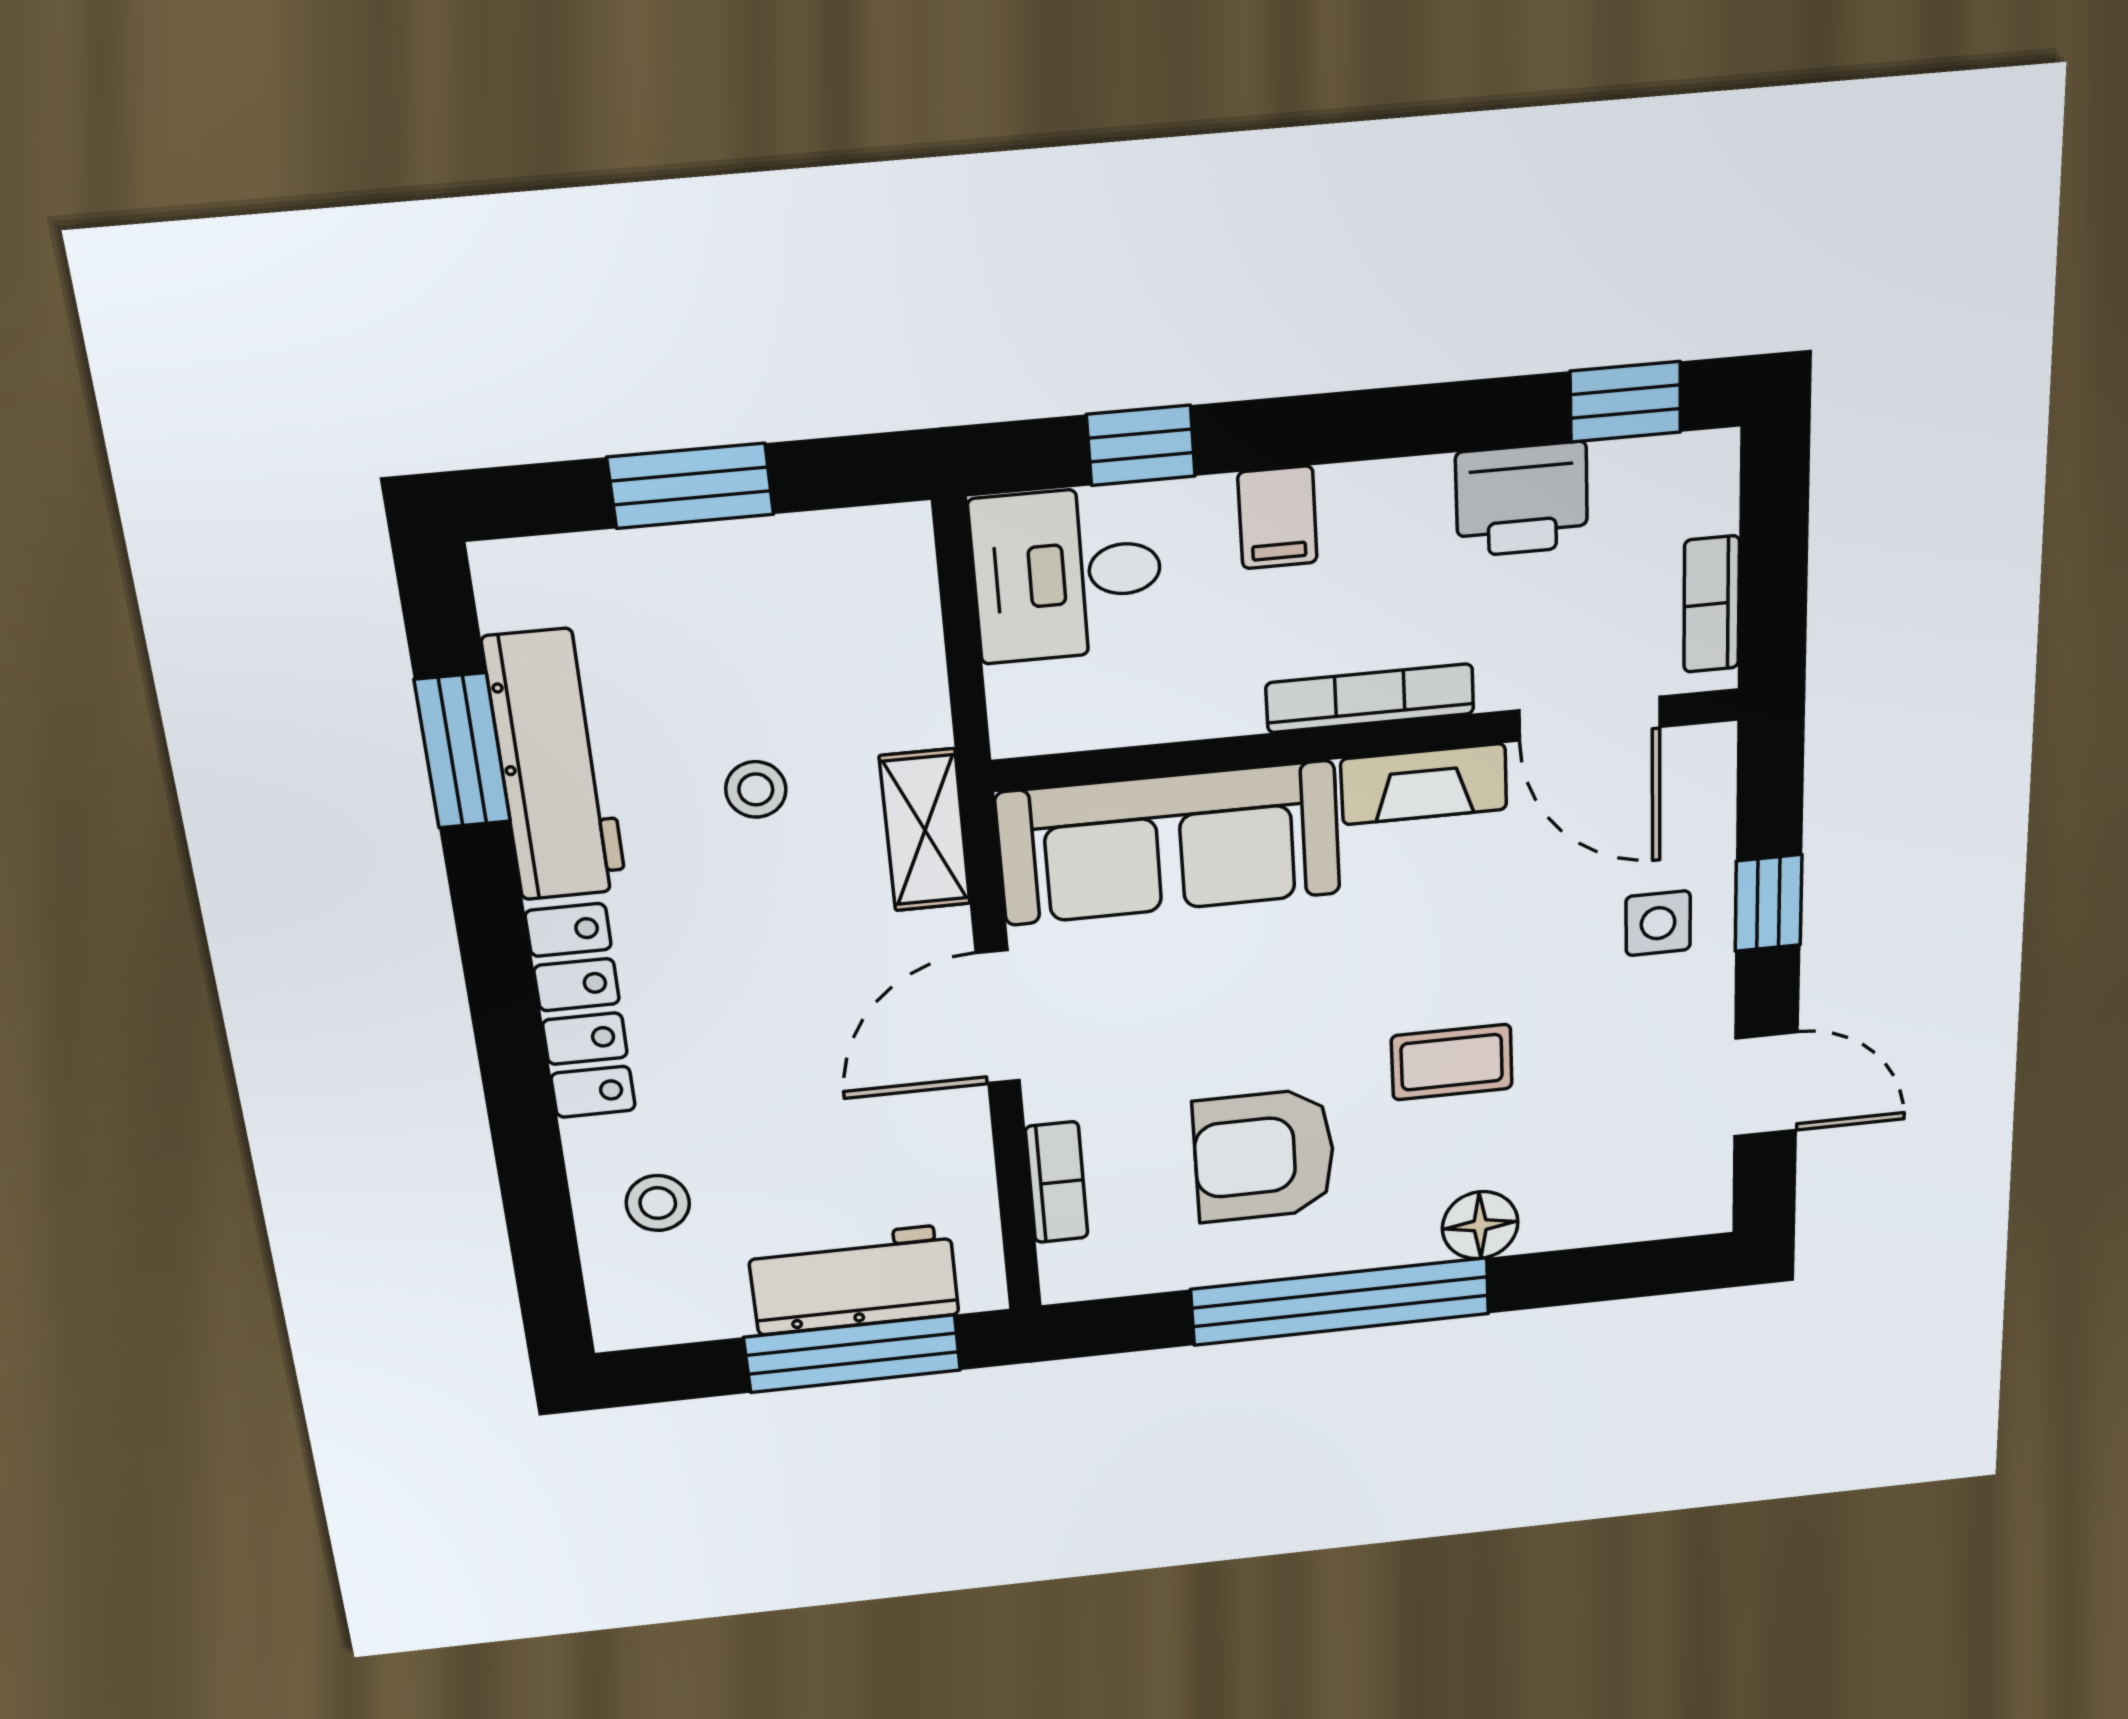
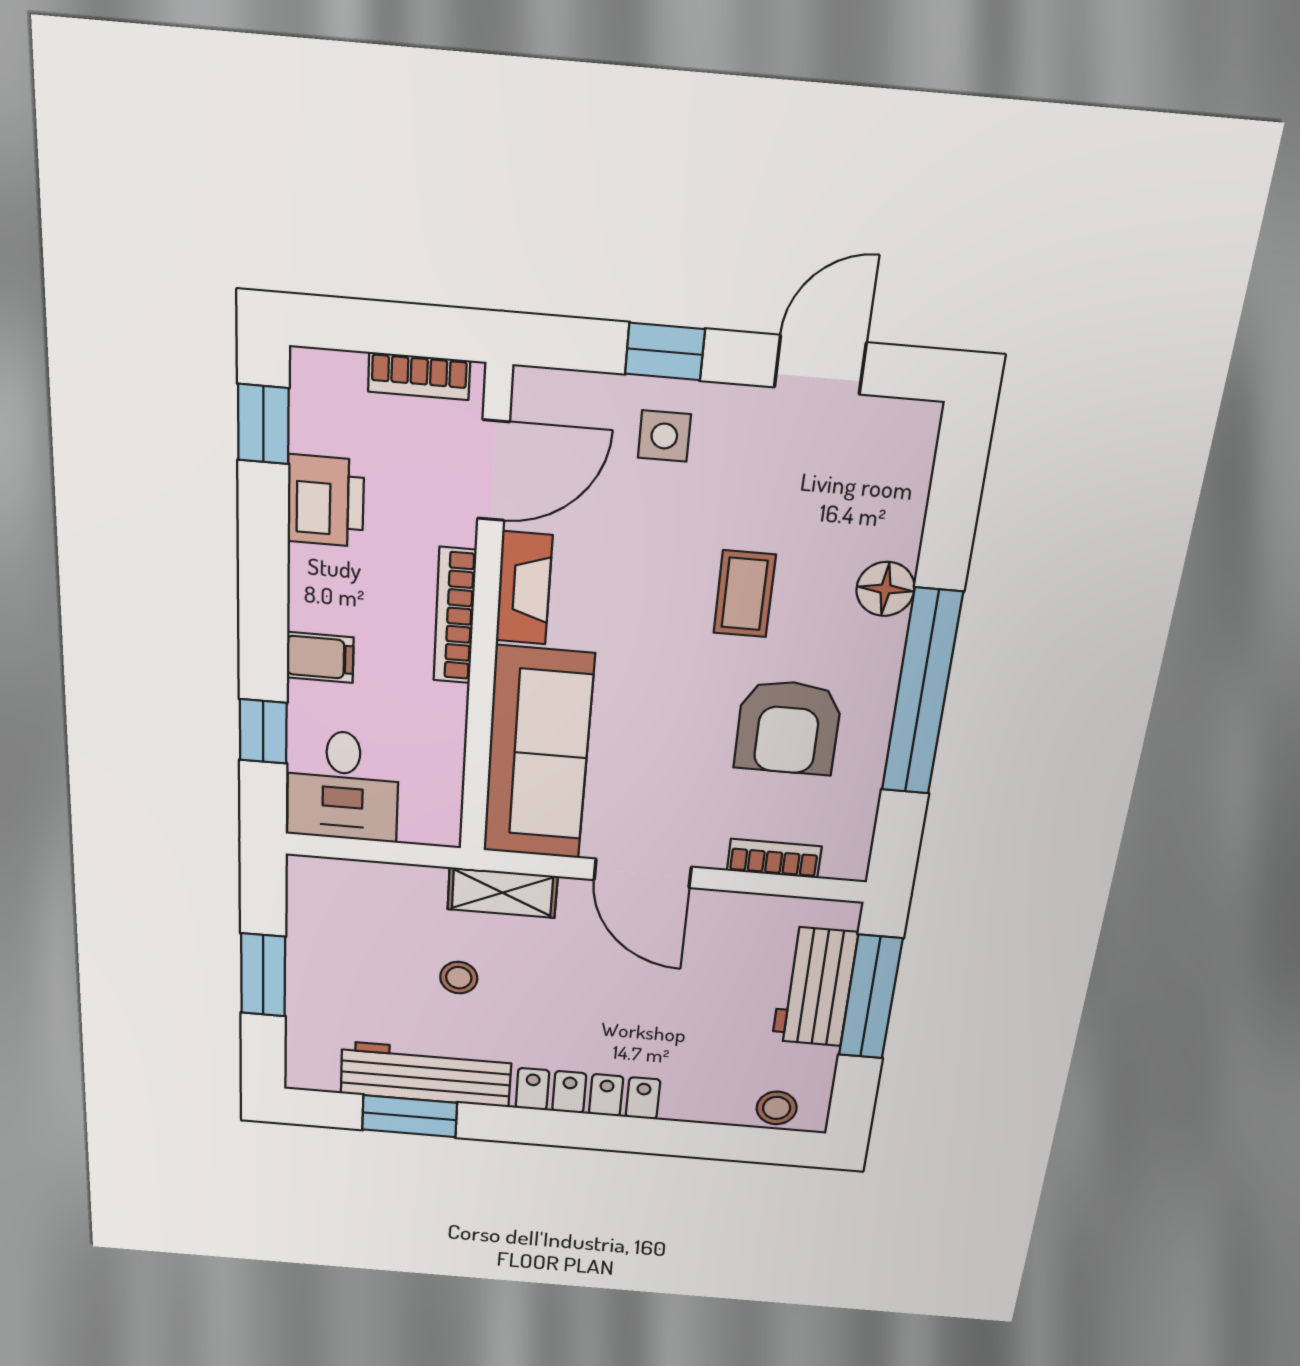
stool: (658, 1203) -> (777, 1108), moved

